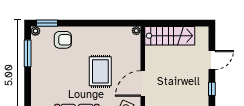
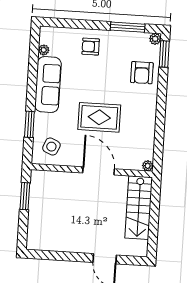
armchair: (45, 82) -> (91, 47), added
door: (143, 84) -> (99, 171), moved
window: (212, 89) -> (68, 256), removed

